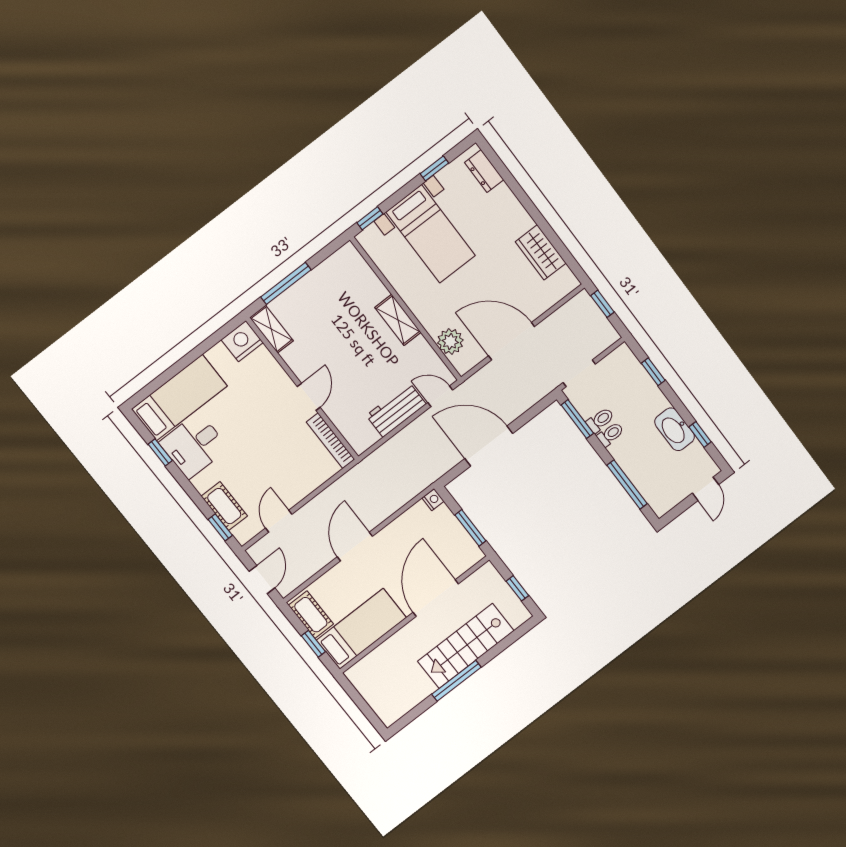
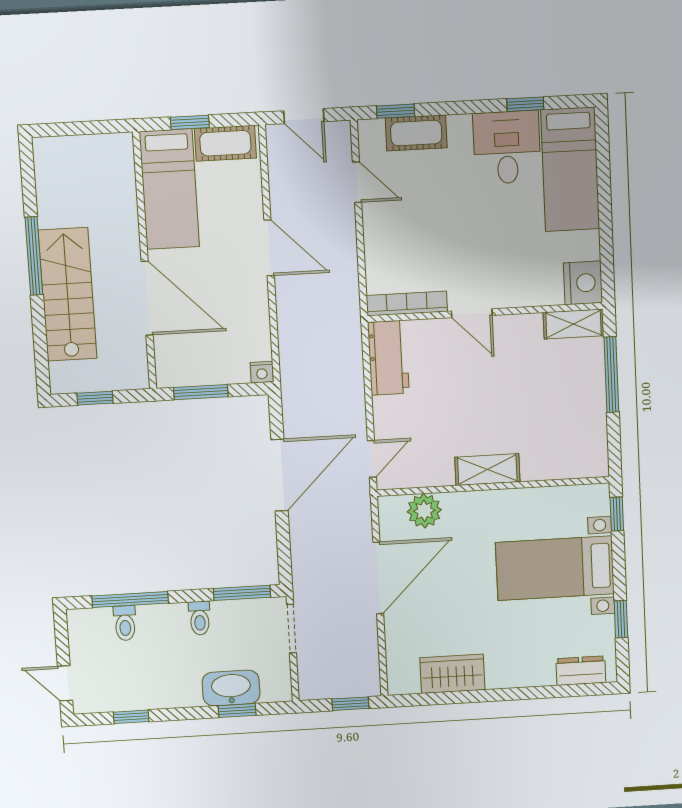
workbench: (396, 410) -> (388, 358), moved
toilet: (600, 420) -> (125, 623), moved
washbasin: (675, 429) -> (231, 688), moved

